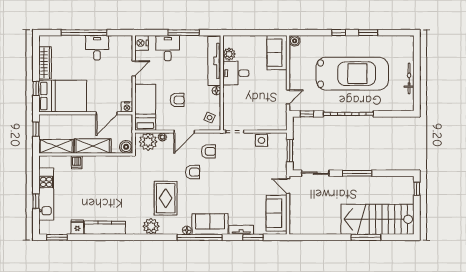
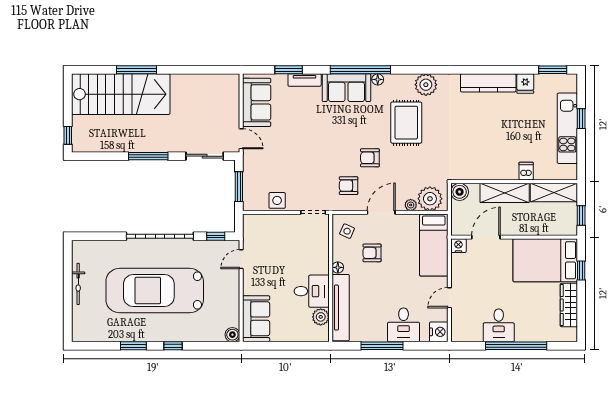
armchair: (177, 100) -> (372, 253), moved

